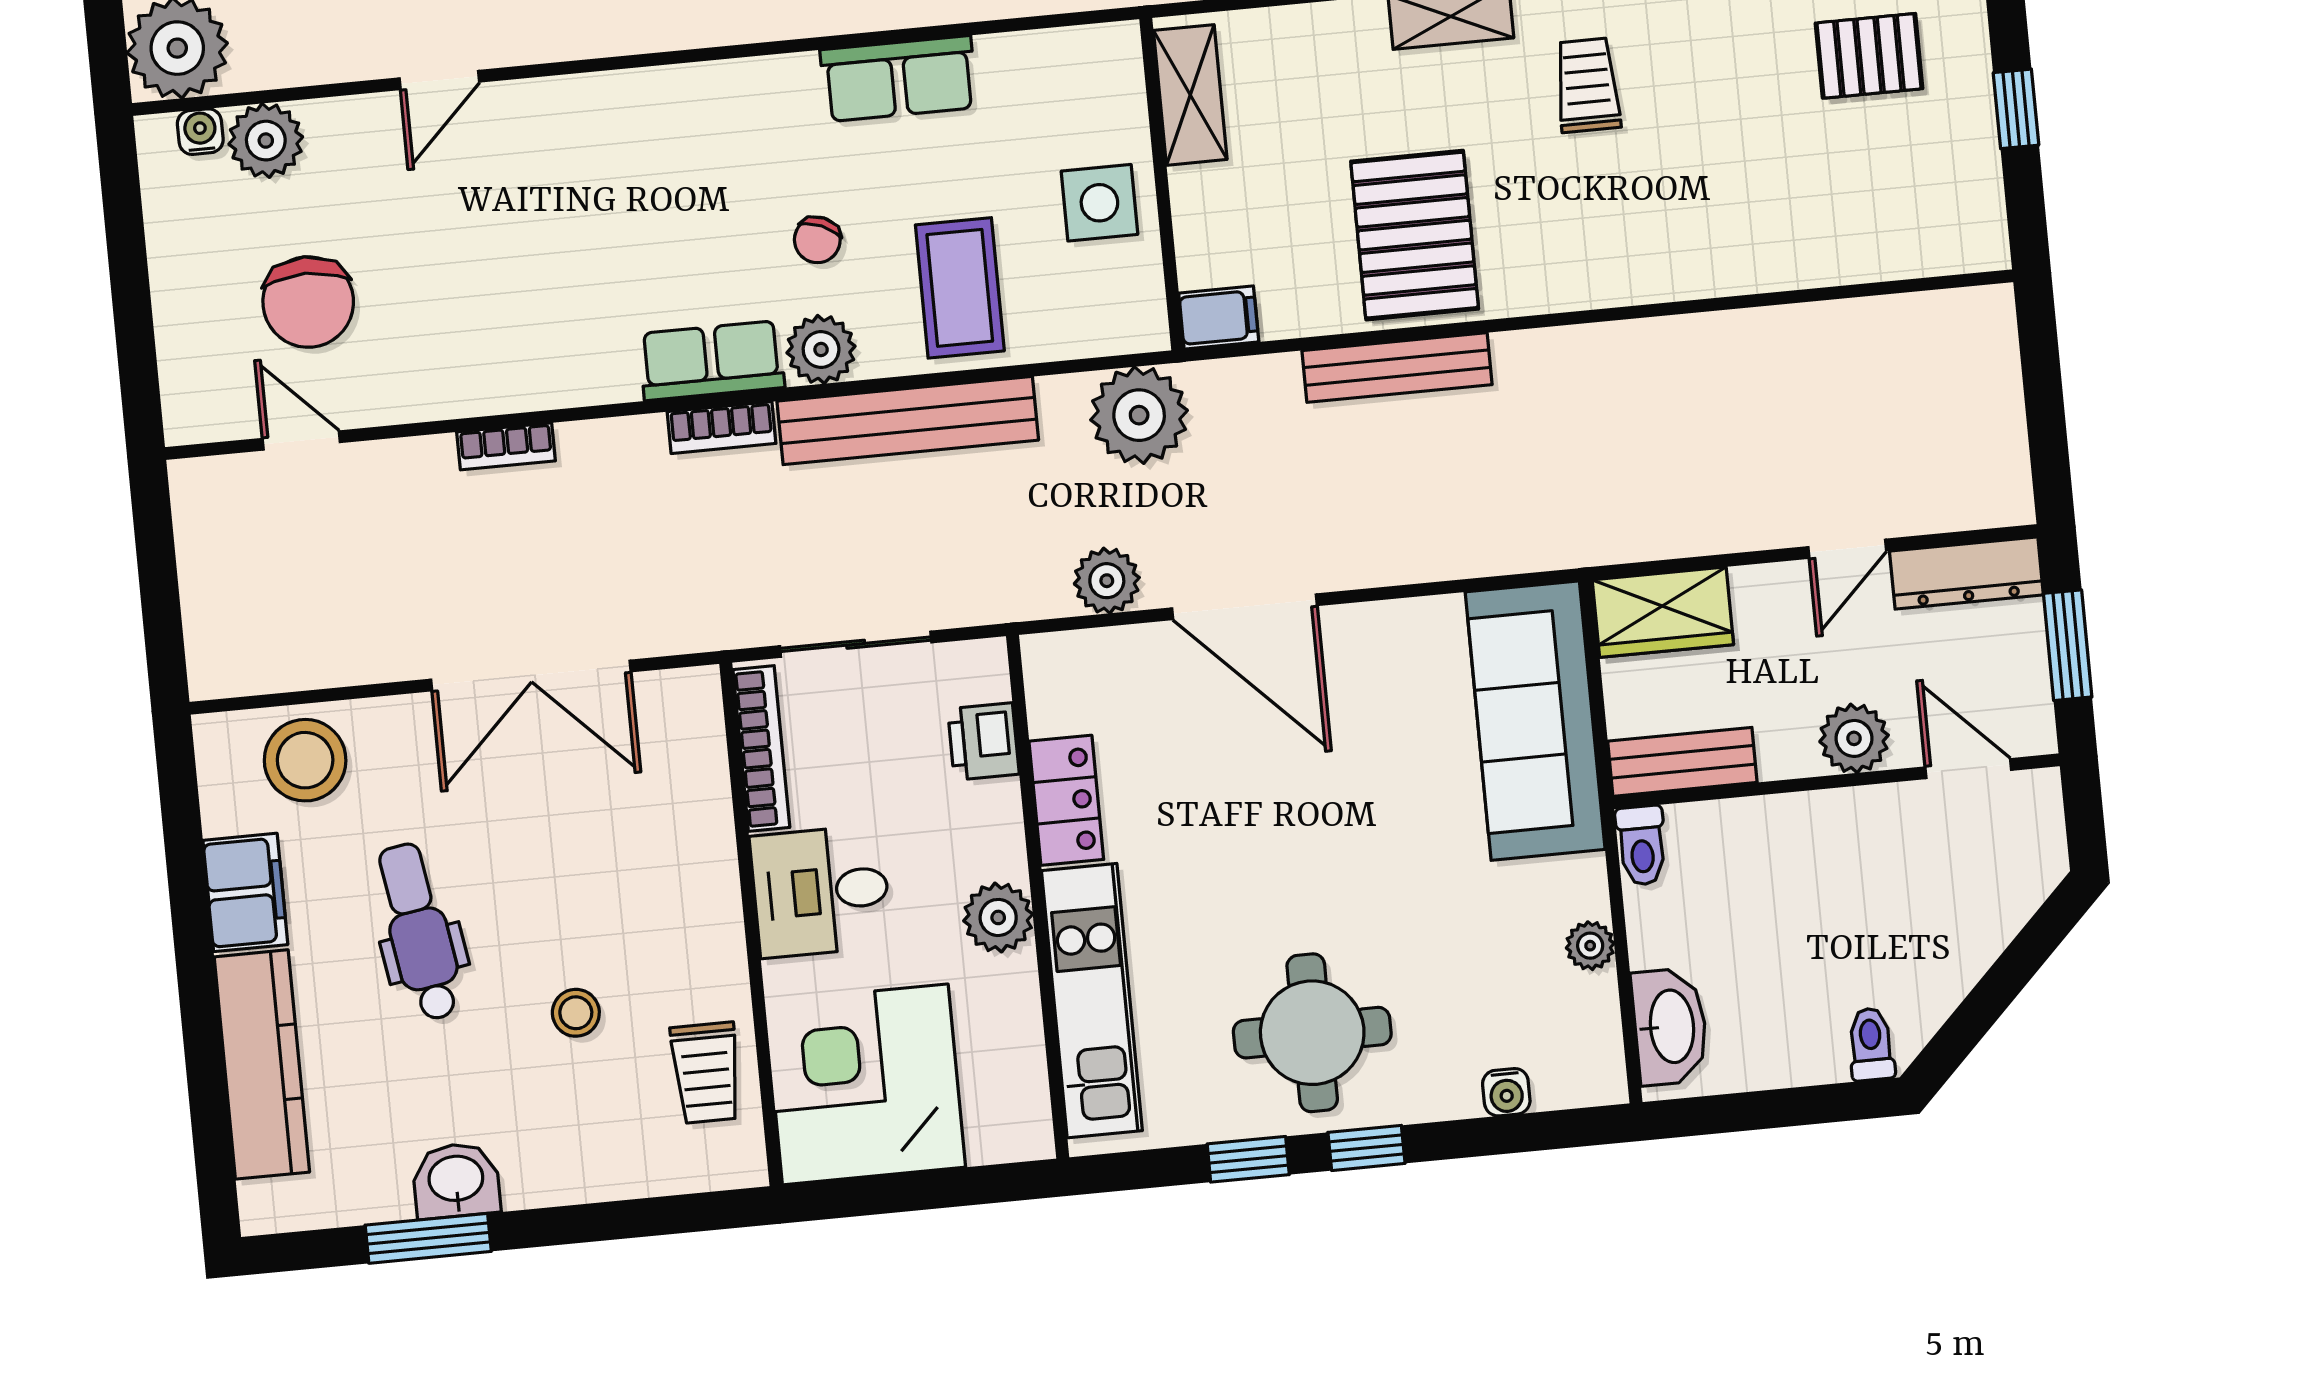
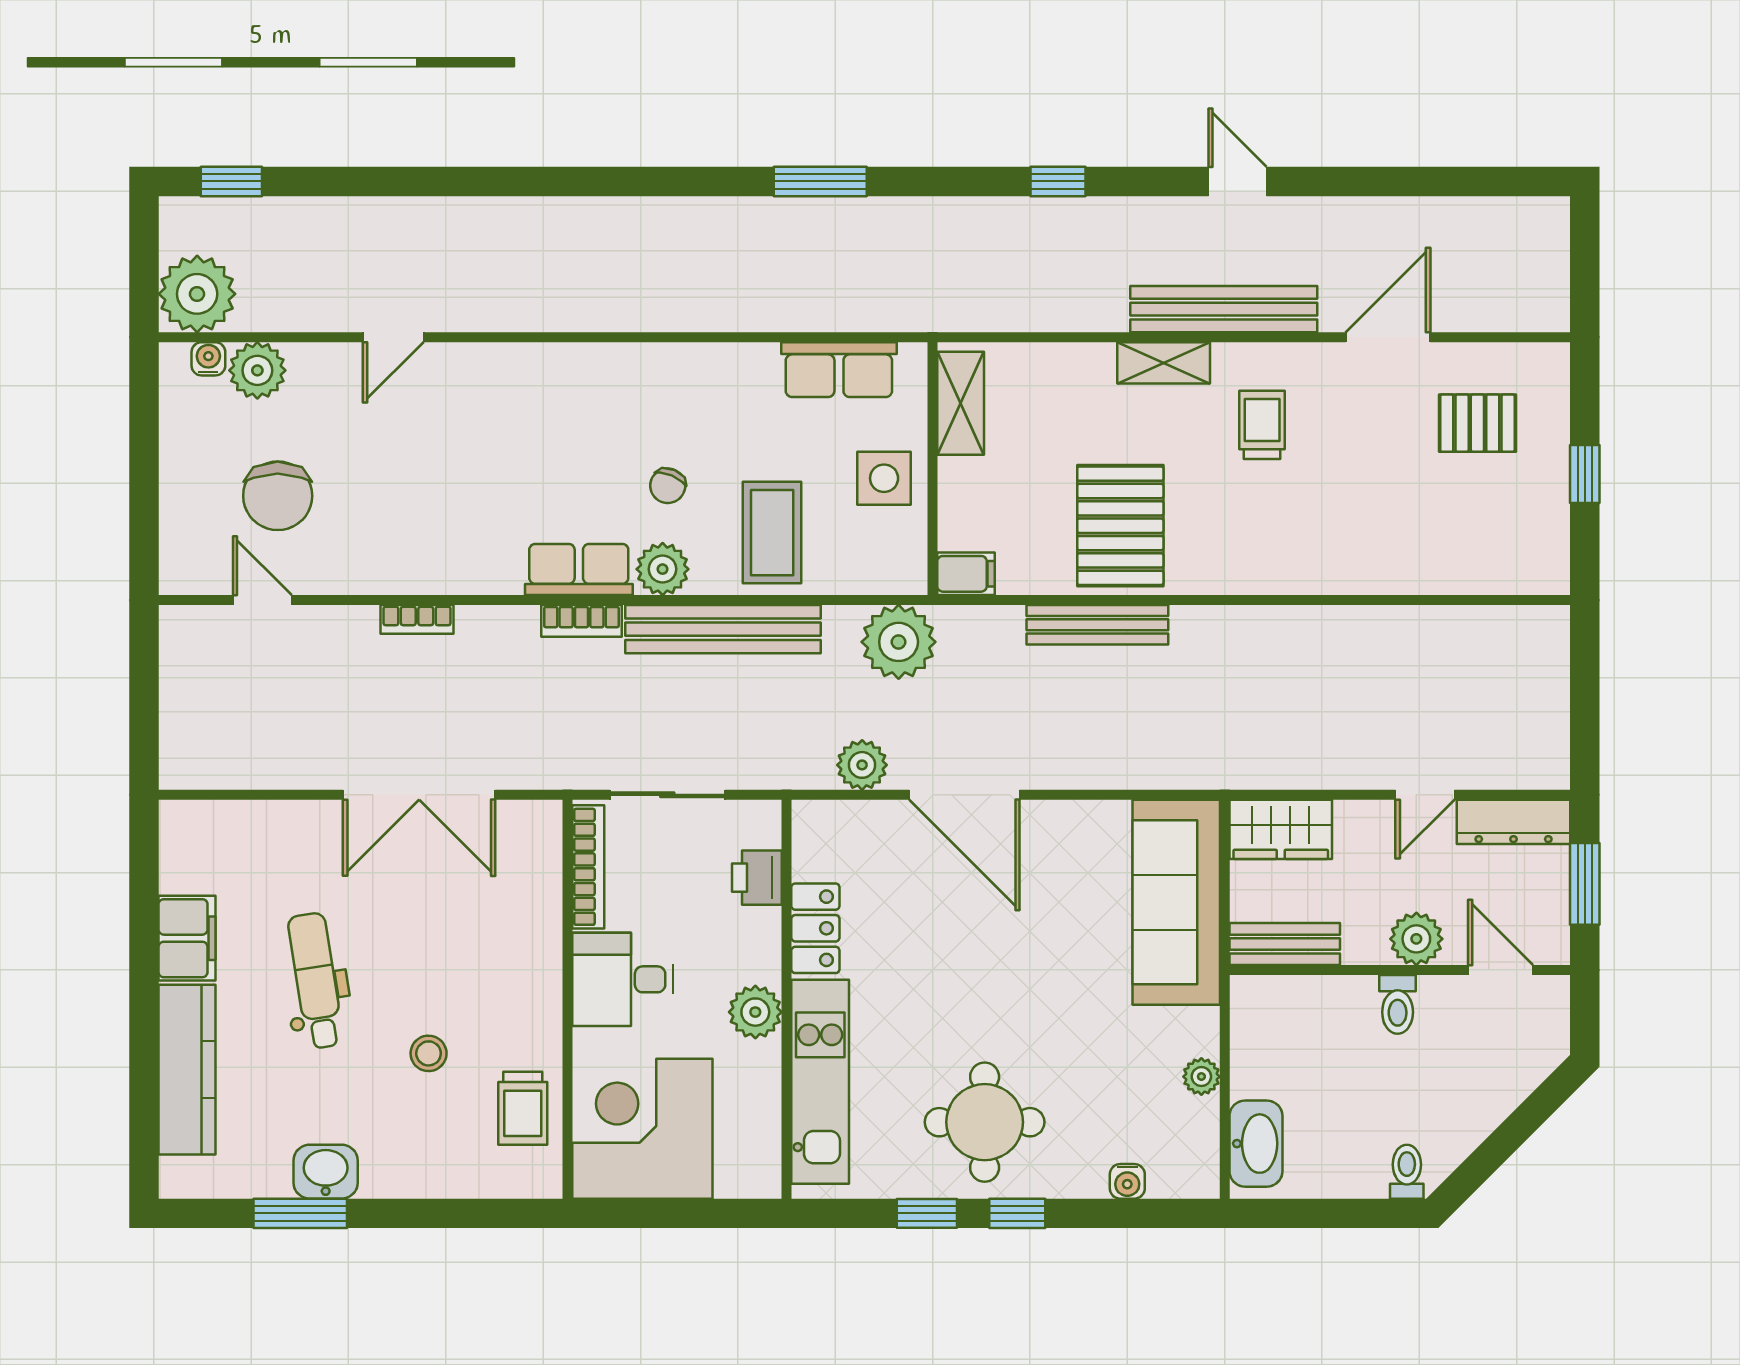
row of seats: (899, 79) -> (839, 370), moved
stool: (305, 760) -> (242, 842), removed
toilet: (1642, 845) -> (1398, 1004), moved

